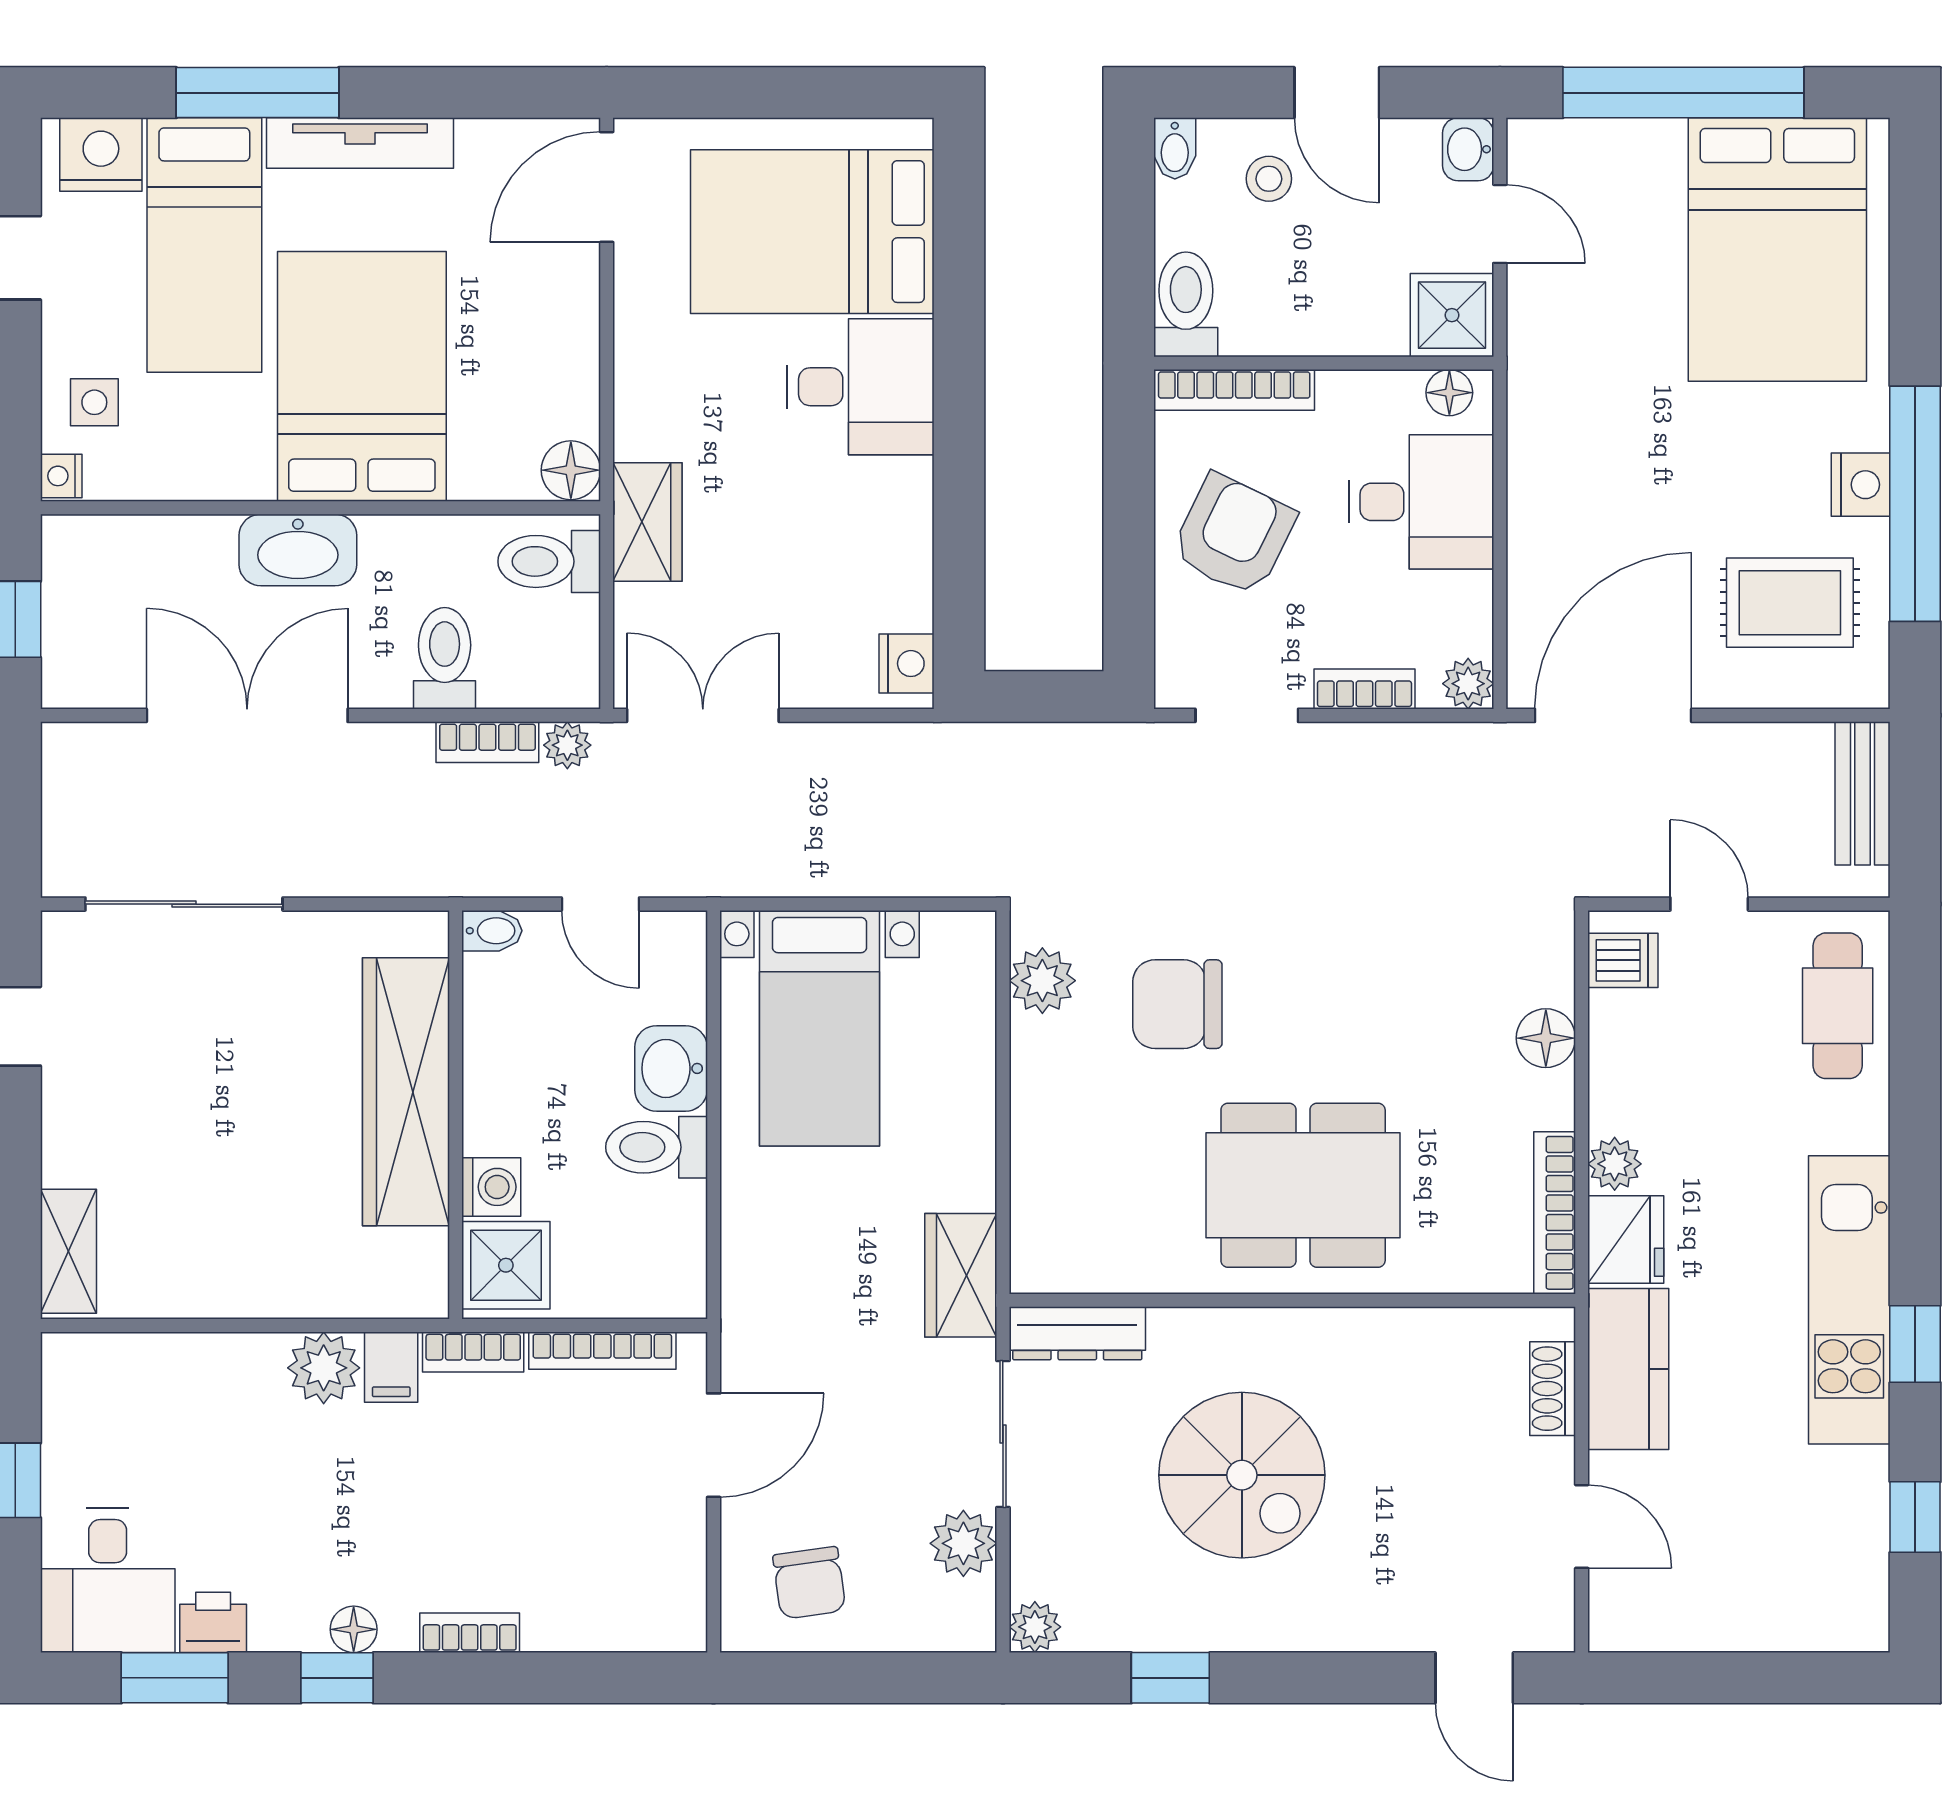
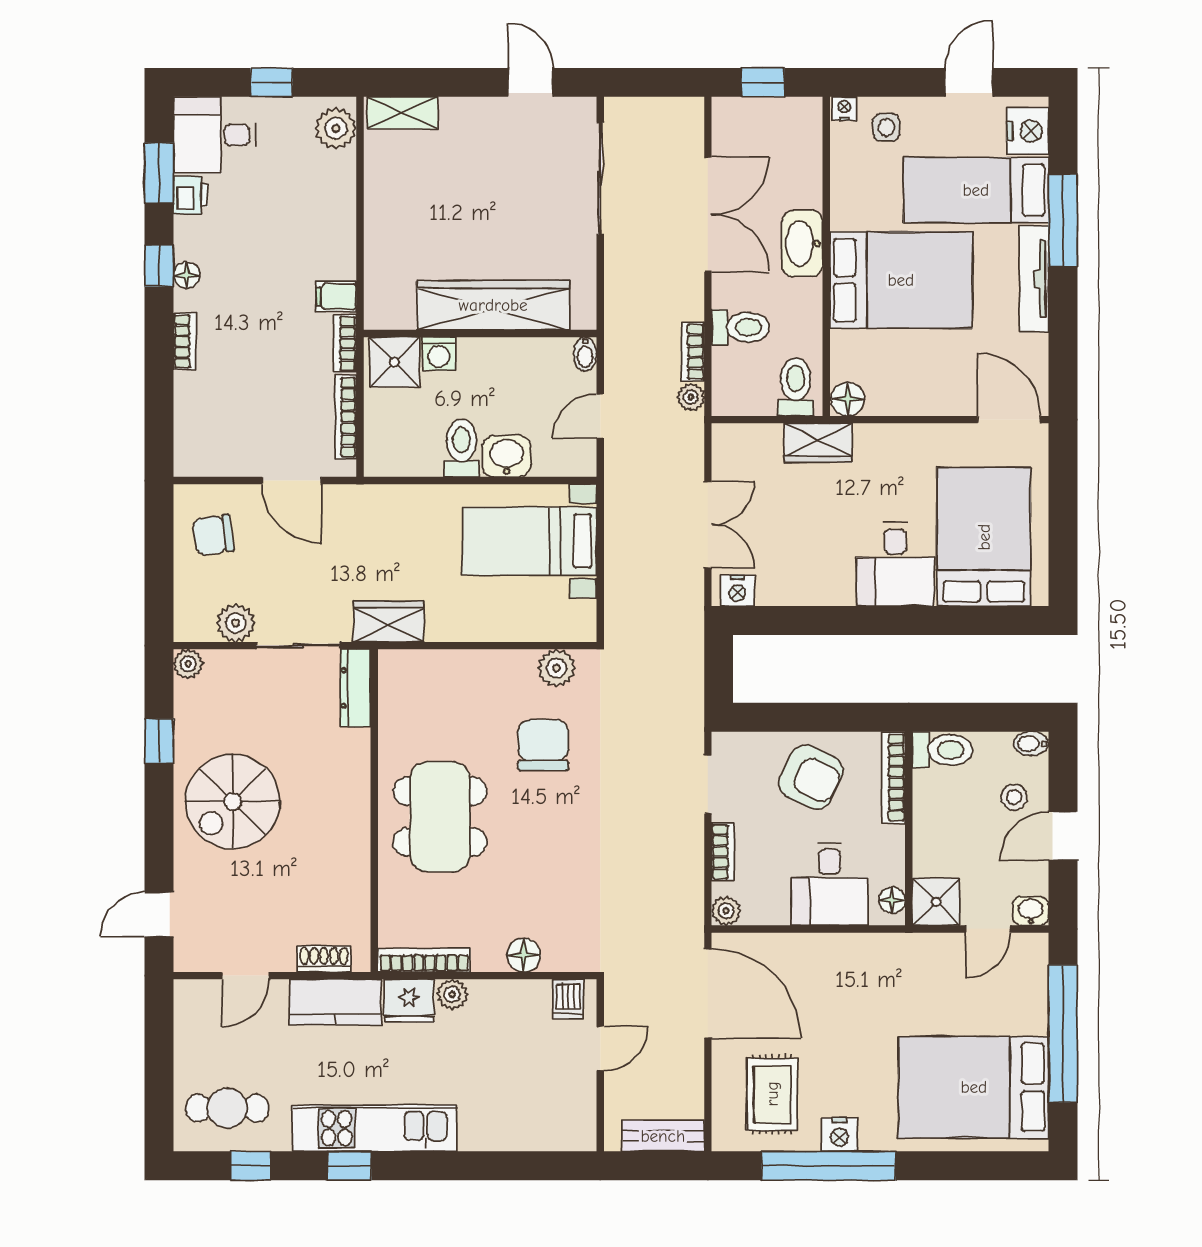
double door: (703, 715) -> (708, 525), moved
cafe table: (1838, 1006) -> (227, 1108), moved
plant: (324, 1368) -> (336, 128), moved
spiral stairs: (1242, 1475) -> (233, 802), moved

